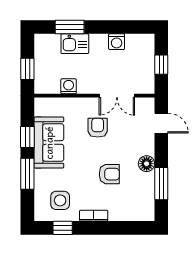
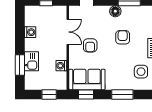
armchair: (98, 128) -> (90, 45), turned -90
window: (27, 137) -> (86, 94), moved
sofa: (49, 143) -> (87, 79), moved

